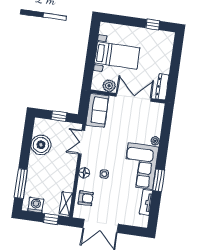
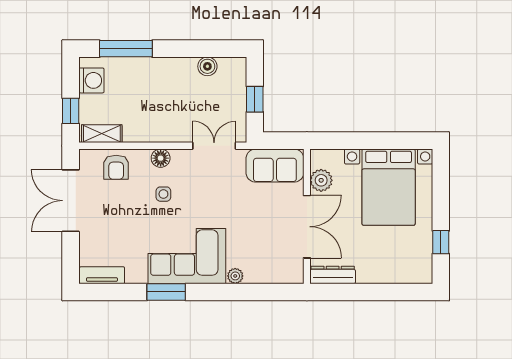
bed with nightstands: (117, 55) -> (389, 187), width x1.36
boiler: (41, 145) -> (207, 66), width x0.54, depth x0.54
tv unit: (146, 202) -> (102, 275), moved

